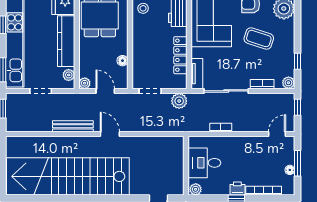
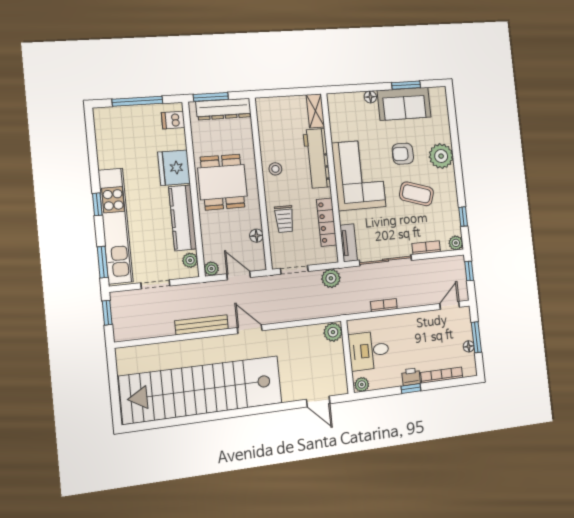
trolley: (146, 49) -> (284, 219), added
plant: (176, 144) -> (333, 332), added

